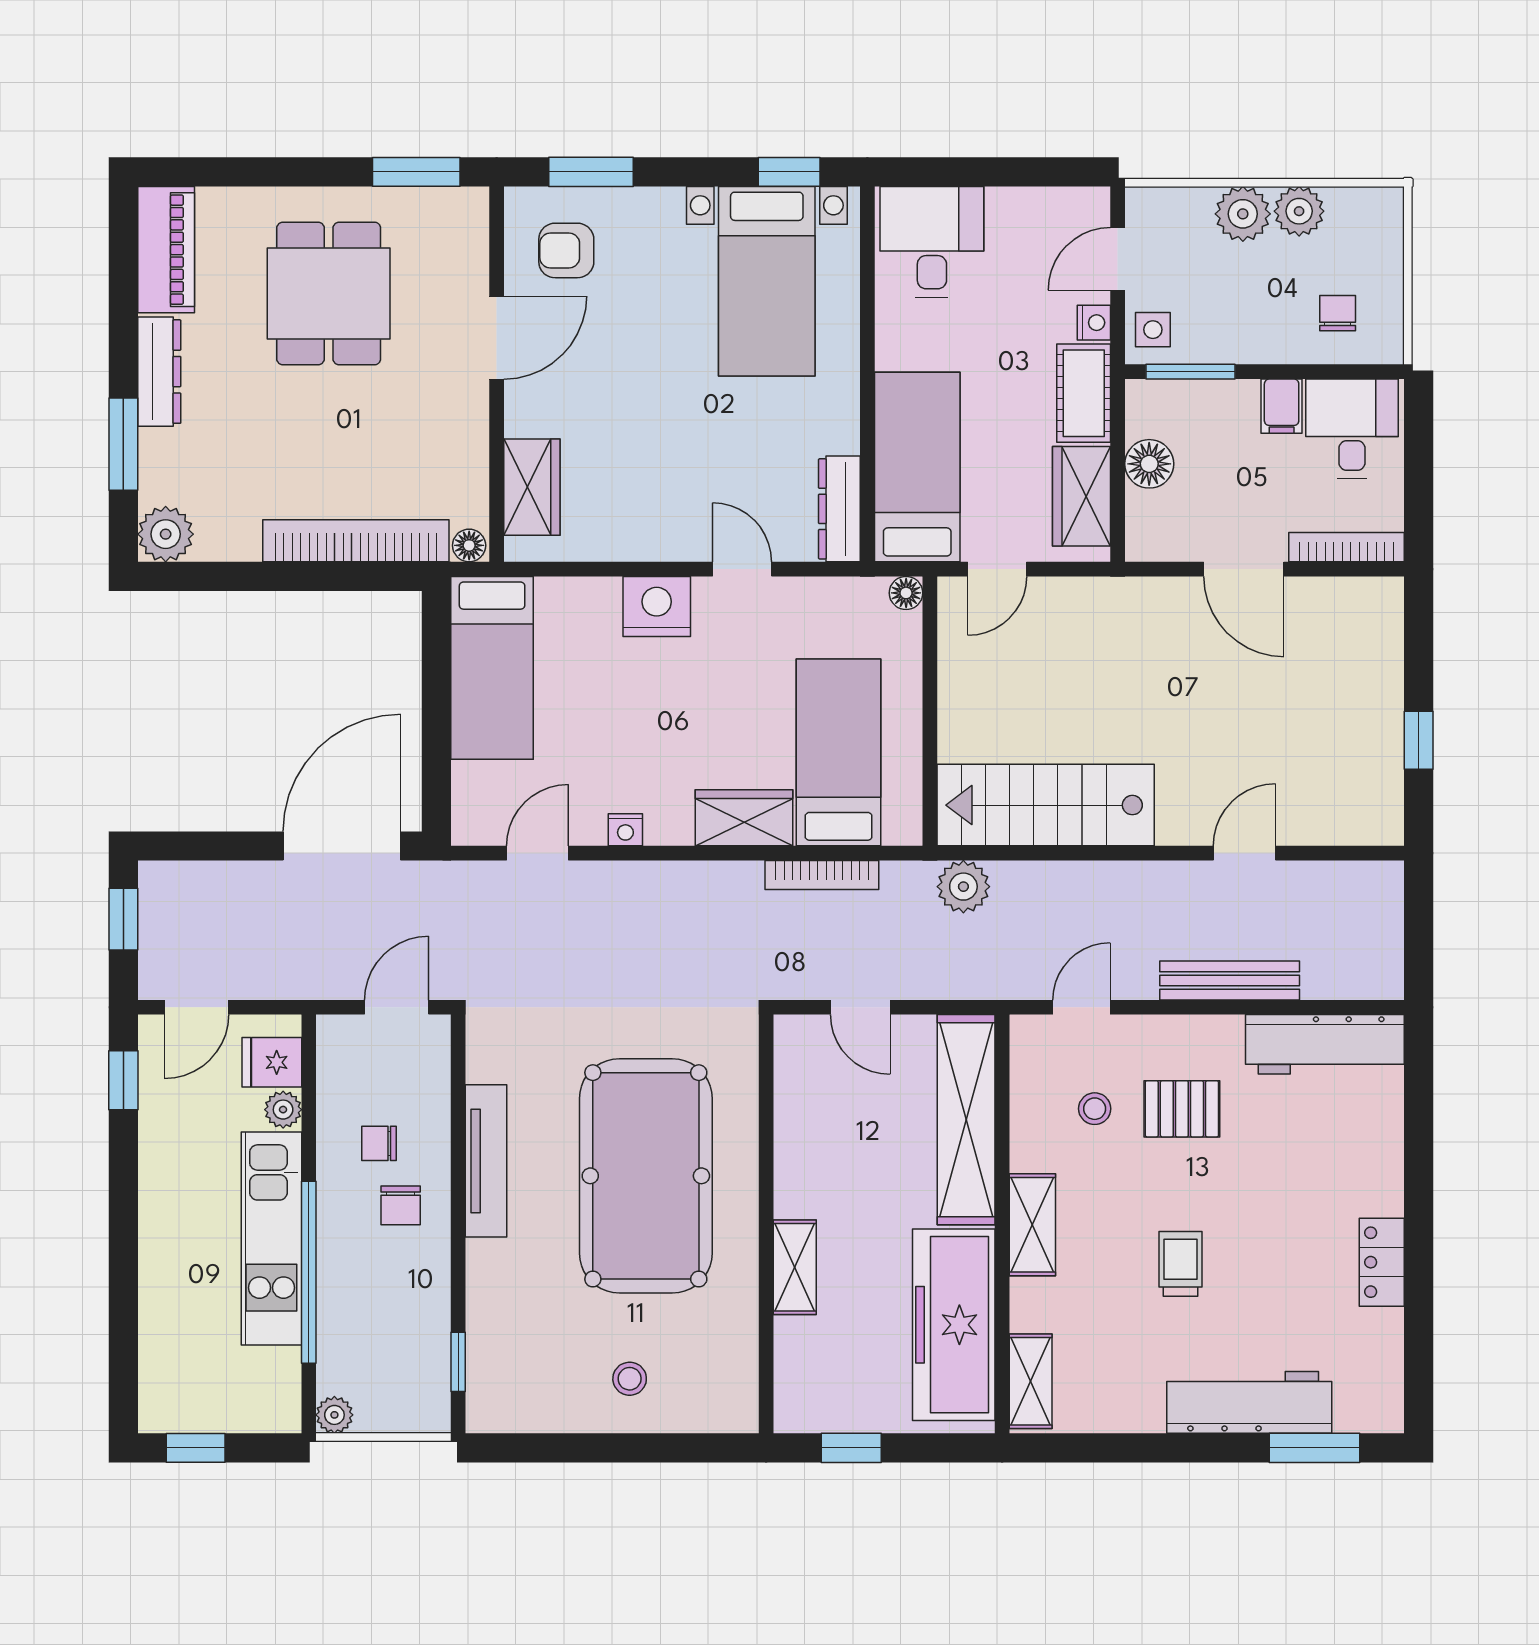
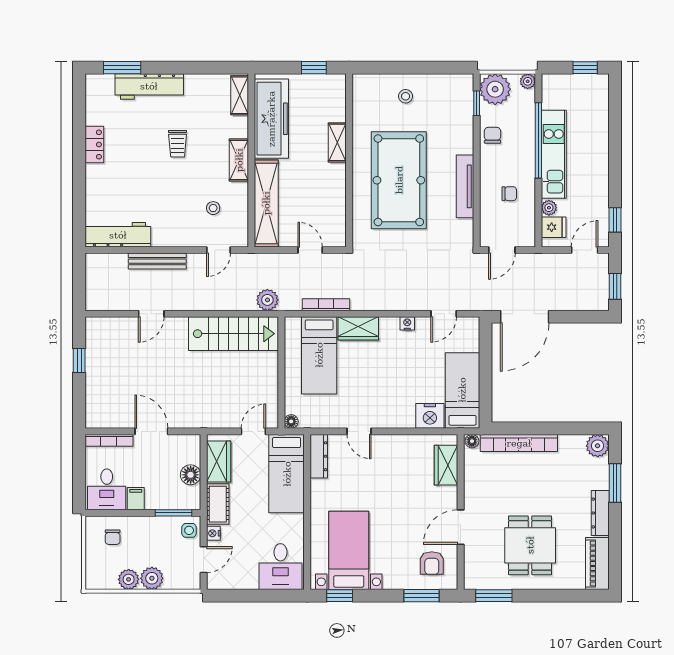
armchair: (566, 250) -> (432, 563), turned 90
nightstand: (657, 607) -> (430, 416), moved
pallet: (1182, 1109) -> (177, 208), removed
chair: (401, 1205) -> (493, 135), moved
plant: (413, 1396) -> (495, 89), added

